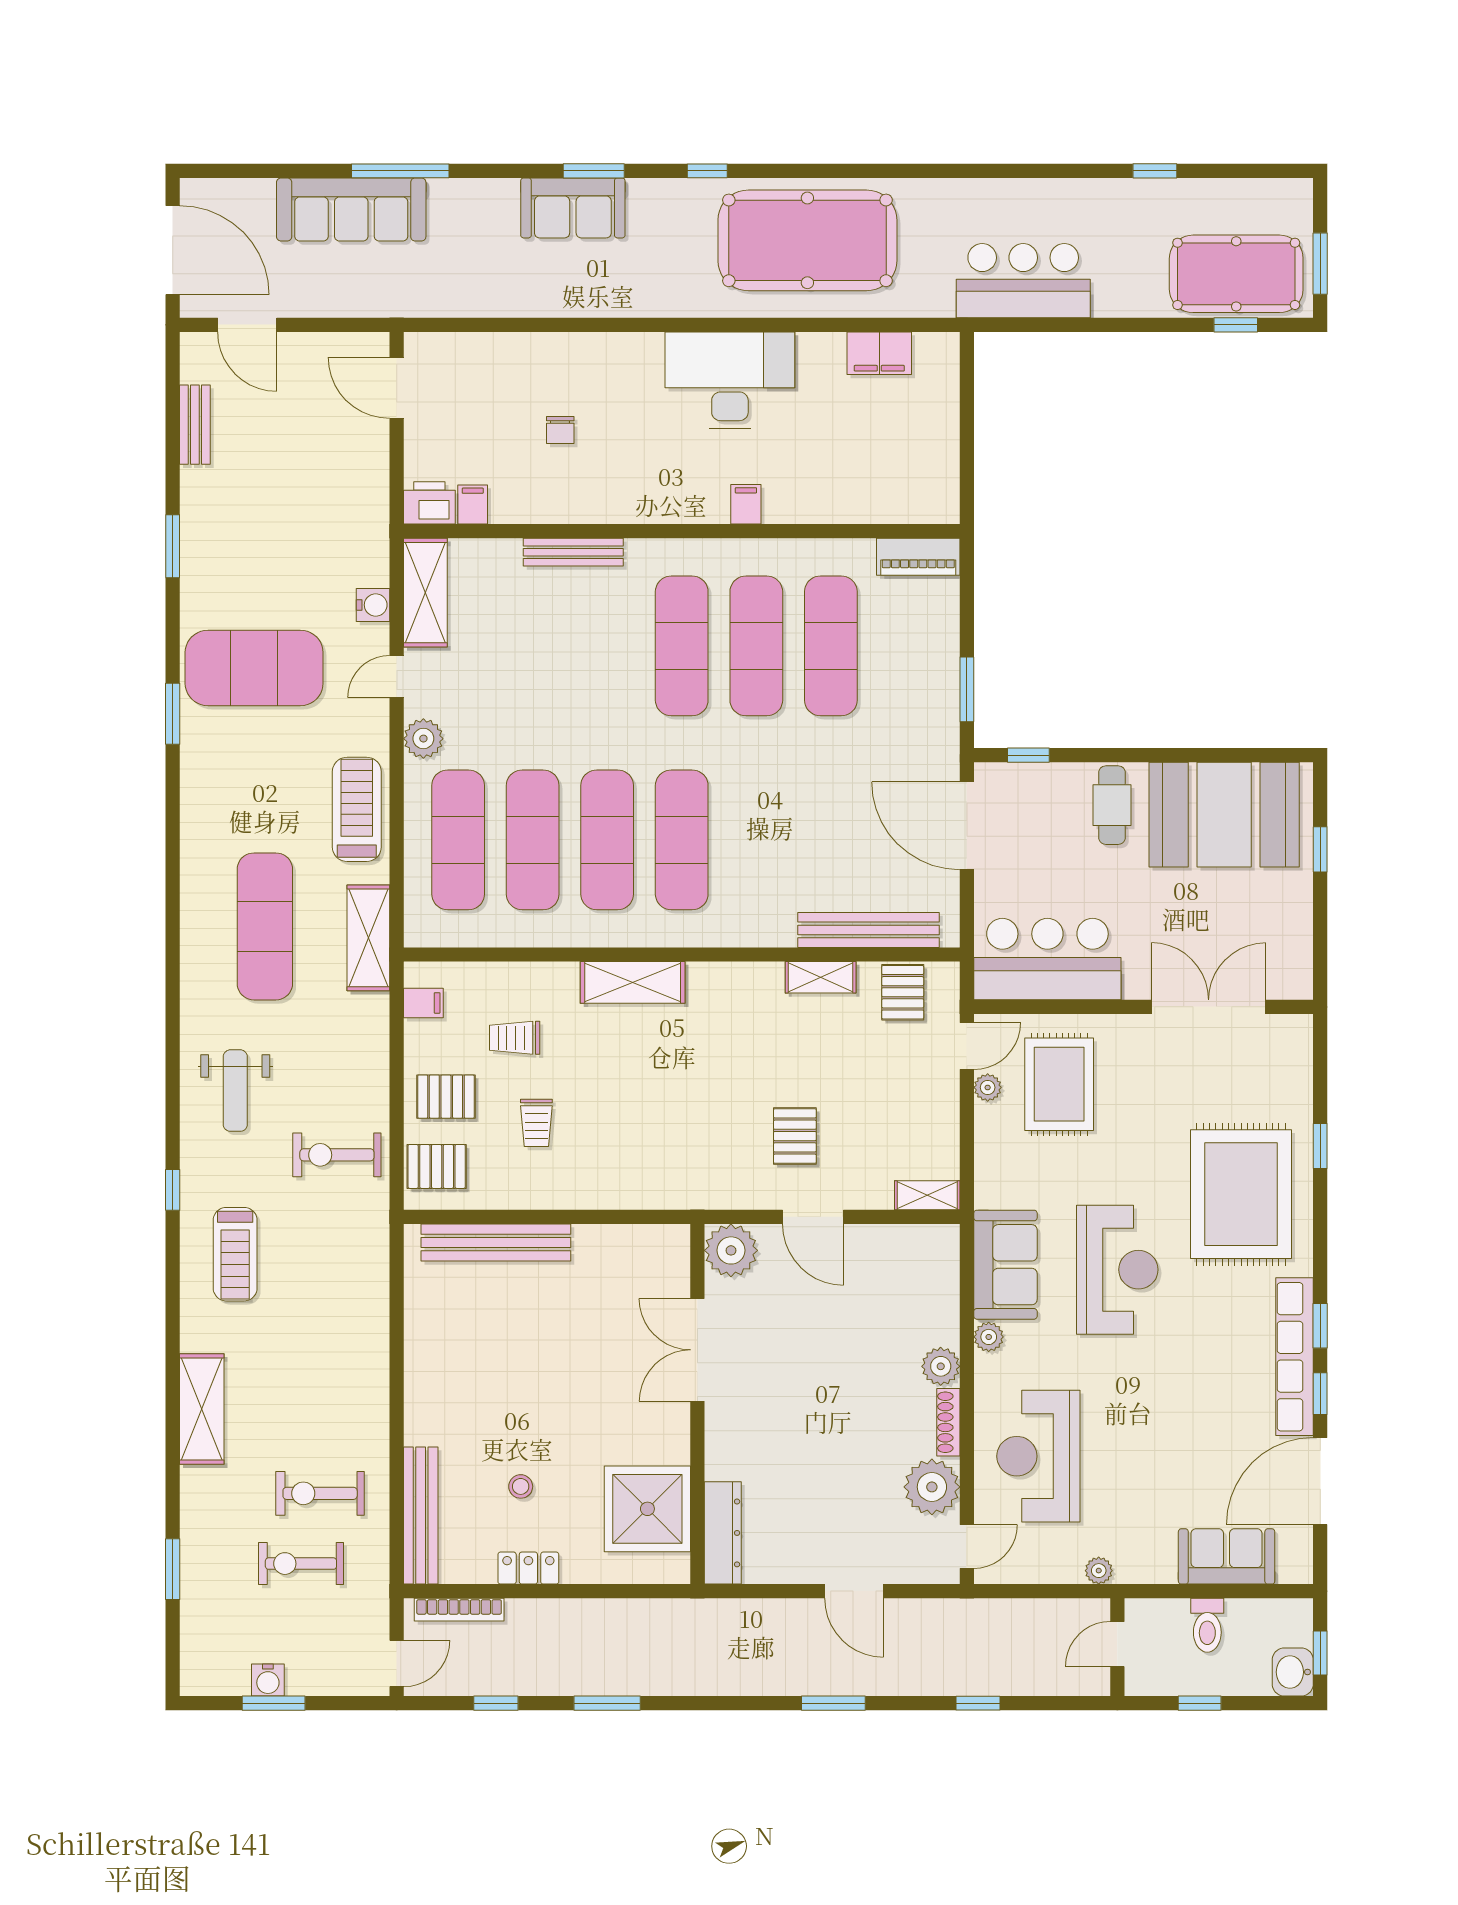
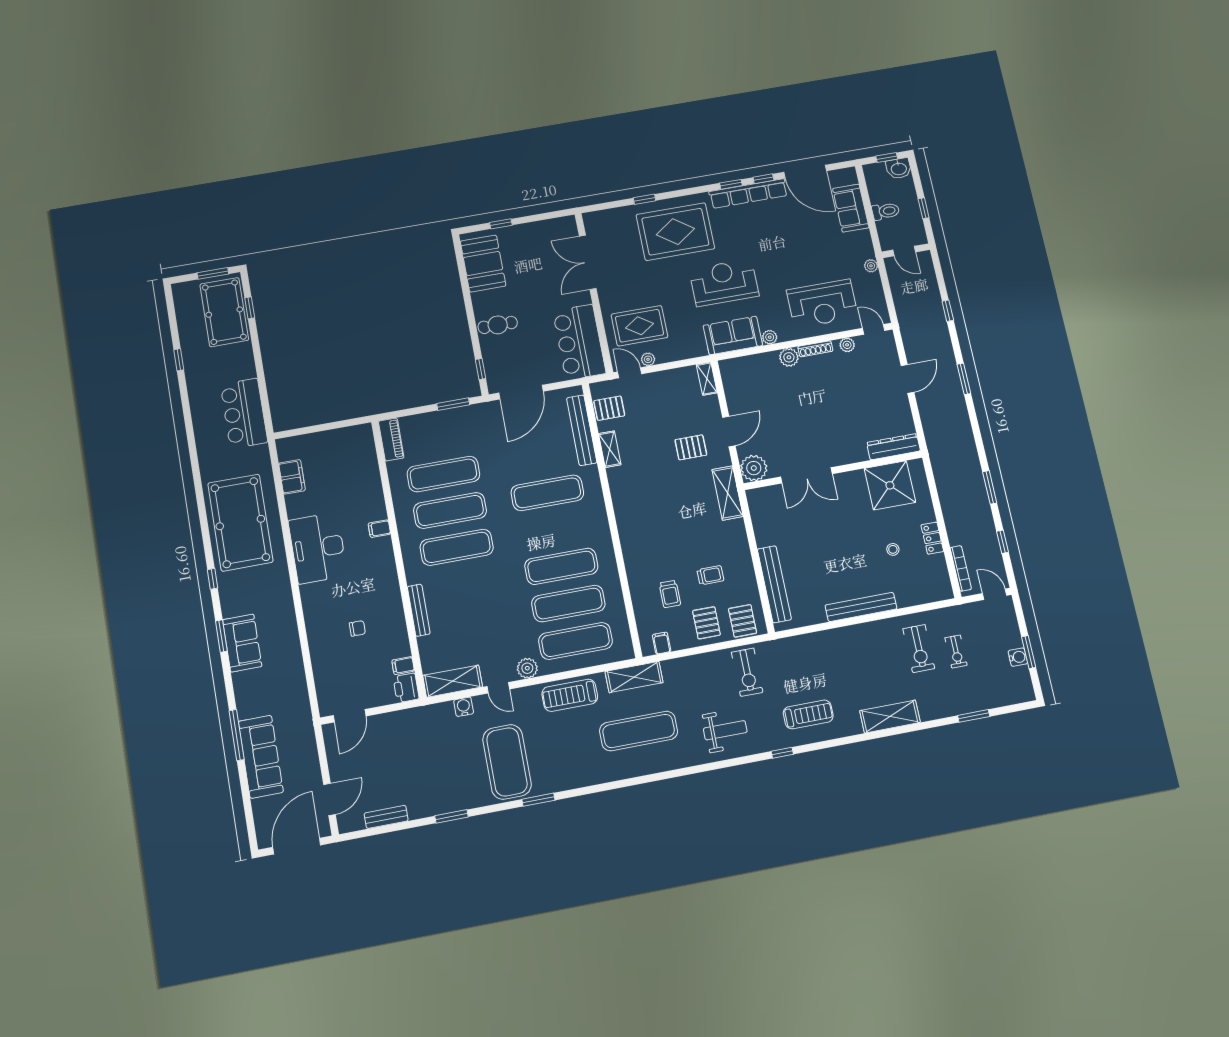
booth: (1224, 815) -> (483, 263), width x0.73, depth x0.70
exercise mat: (682, 840) -> (547, 493), moved
shelving: (633, 982) -> (728, 493), moved
plant: (932, 1487) -> (847, 345), width x0.53, depth x0.53
bench: (421, 1516) -> (861, 607), moved
exercise bike: (301, 1564) -> (956, 652), width x0.73, depth x0.72

